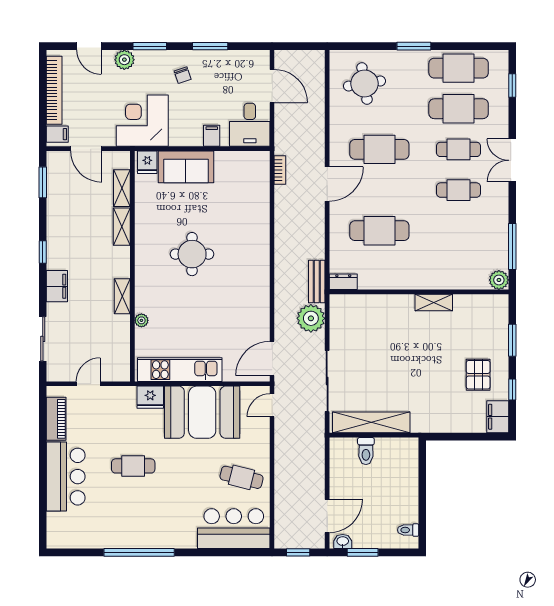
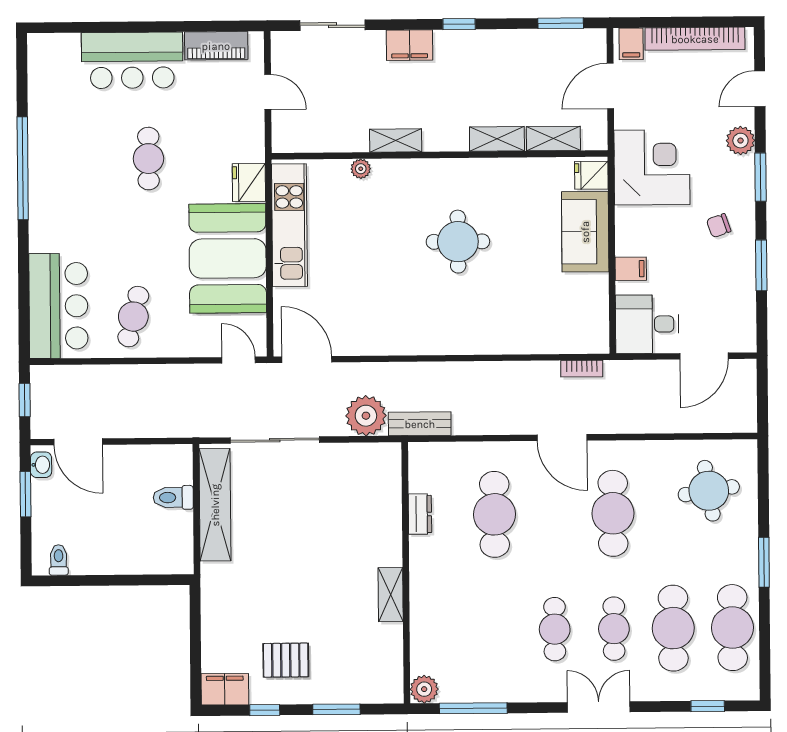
dresser: (343, 282) -> (420, 514), moved

